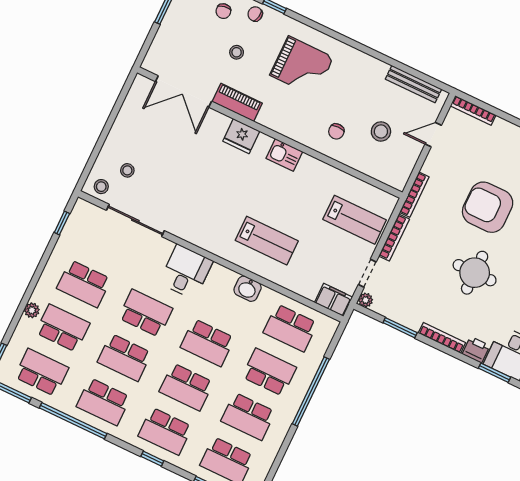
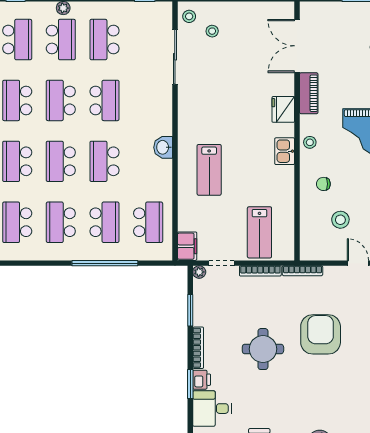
stool: (237, 52) -> (310, 142), moved
desk: (186, 272) -> (153, 117), removed
washbasin: (248, 289) -> (163, 147), moved
school desk: (290, 328) -> (148, 222), turned 180
window: (494, 373) -> (190, 384), moved

